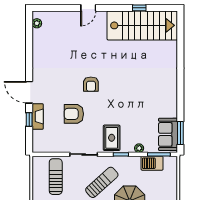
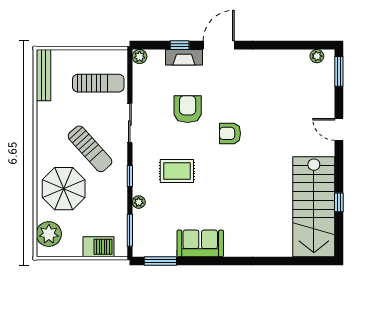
window: (48, 8) -> (339, 71), added
sofa: (168, 134) -> (200, 243), moved
rug: (112, 138) -> (177, 171), moved
plant: (37, 148) -> (140, 57), added
barbecue: (152, 163) -> (98, 247), moved, turned 90

